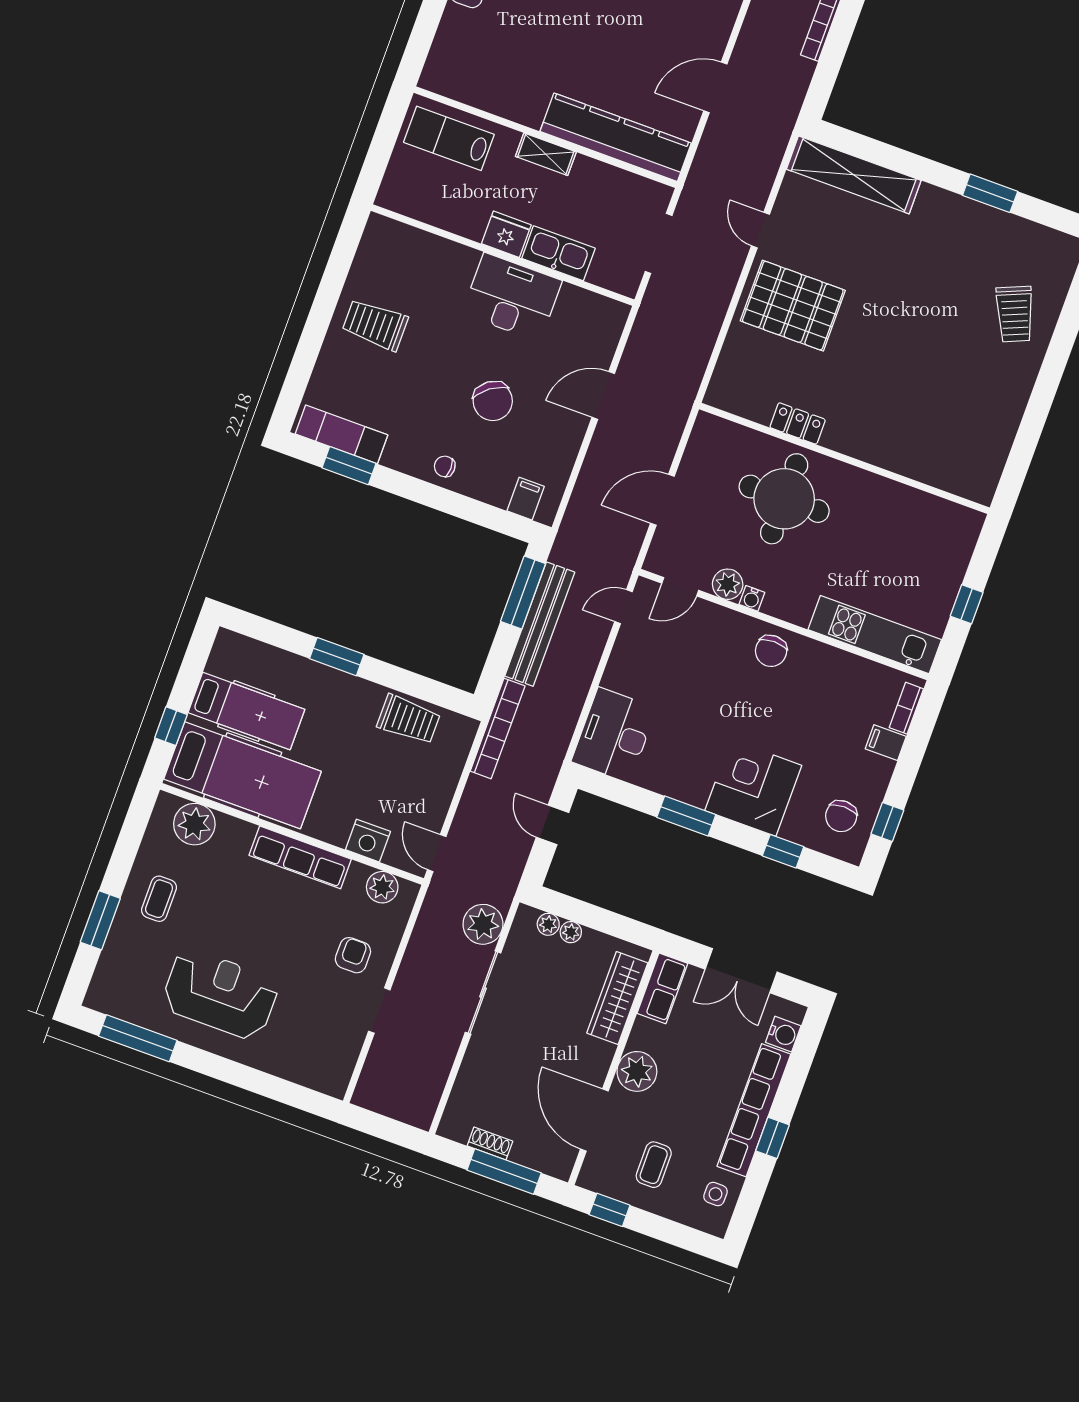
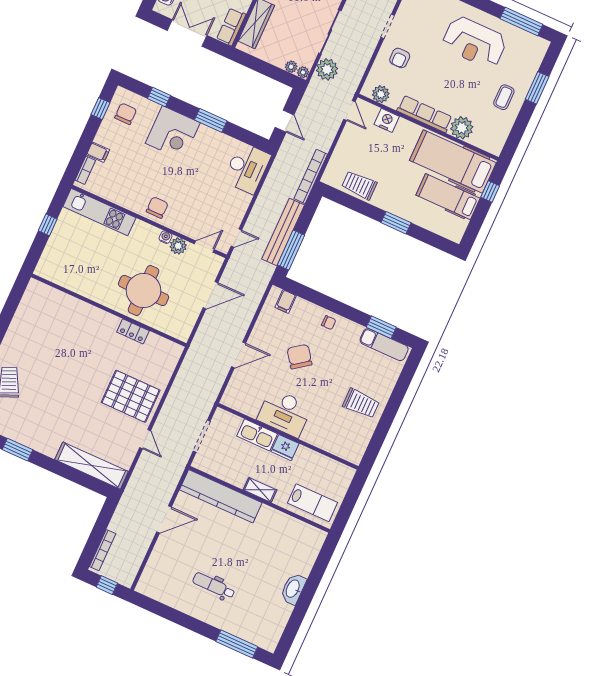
plant: (194, 824) -> (462, 128), moved
plant: (571, 932) -> (303, 72), moved

